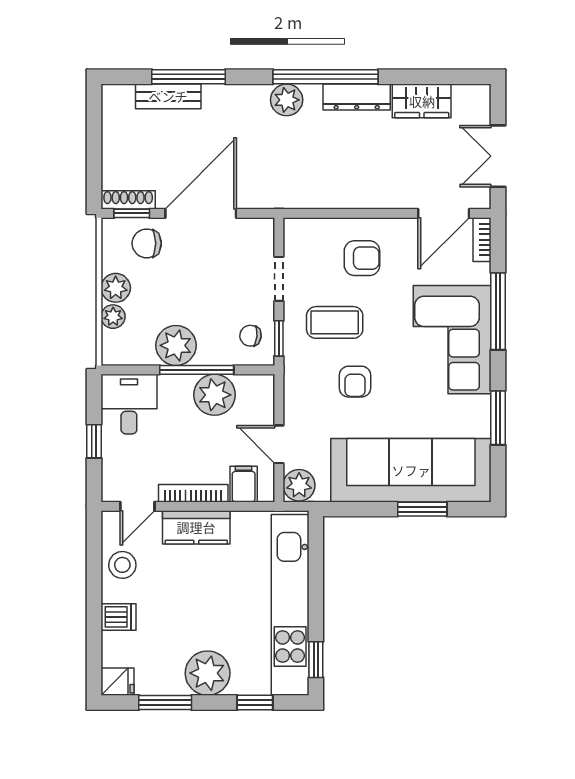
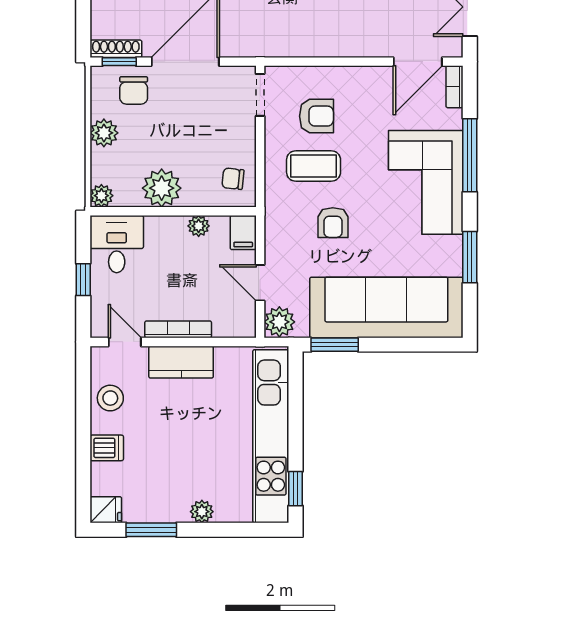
chair: (147, 243) -> (134, 90), turned -90
armchair: (362, 258) -> (316, 116), moved
doorway: (279, 279) -> (260, 95), moved
plant: (113, 317) -> (101, 196), moved
window: (279, 338) -> (260, 181), removed
window: (197, 370) -> (181, 211), removed
plant: (215, 395) -> (199, 226), width x0.53, depth x0.53
filing cabinet: (244, 484) -> (243, 233), moved, turned 180
door: (137, 506) -> (125, 342), swing flipped
window: (422, 509) -> (335, 345), moved
plant: (208, 673) -> (202, 512), width x0.53, depth x0.53
window: (255, 703) -> (237, 530), removed

